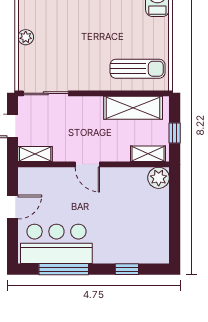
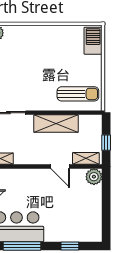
shelving: (133, 108) -> (56, 124), moved
door: (87, 164) -> (60, 166), moved

